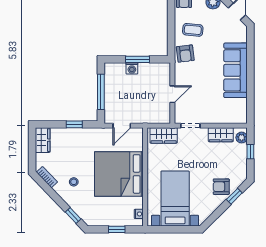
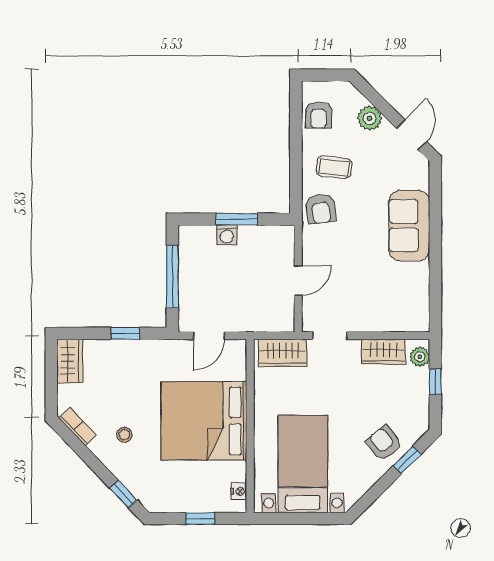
sofa: (235, 70) -> (409, 226), width x0.73
armchair: (221, 187) -> (384, 443), turned 51

